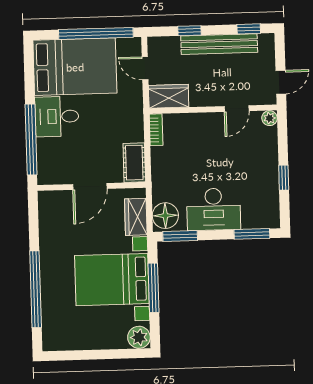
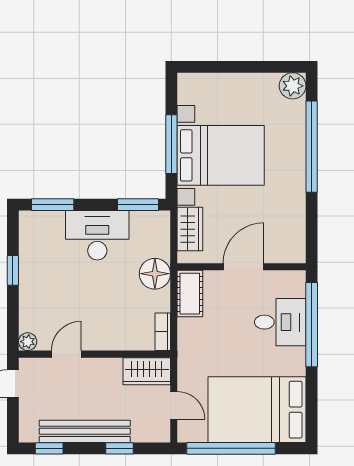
desk: (57, 117) -> (280, 322), moved
floor lamp: (165, 216) -> (155, 274), moved
plant: (139, 337) -> (293, 86), moved

